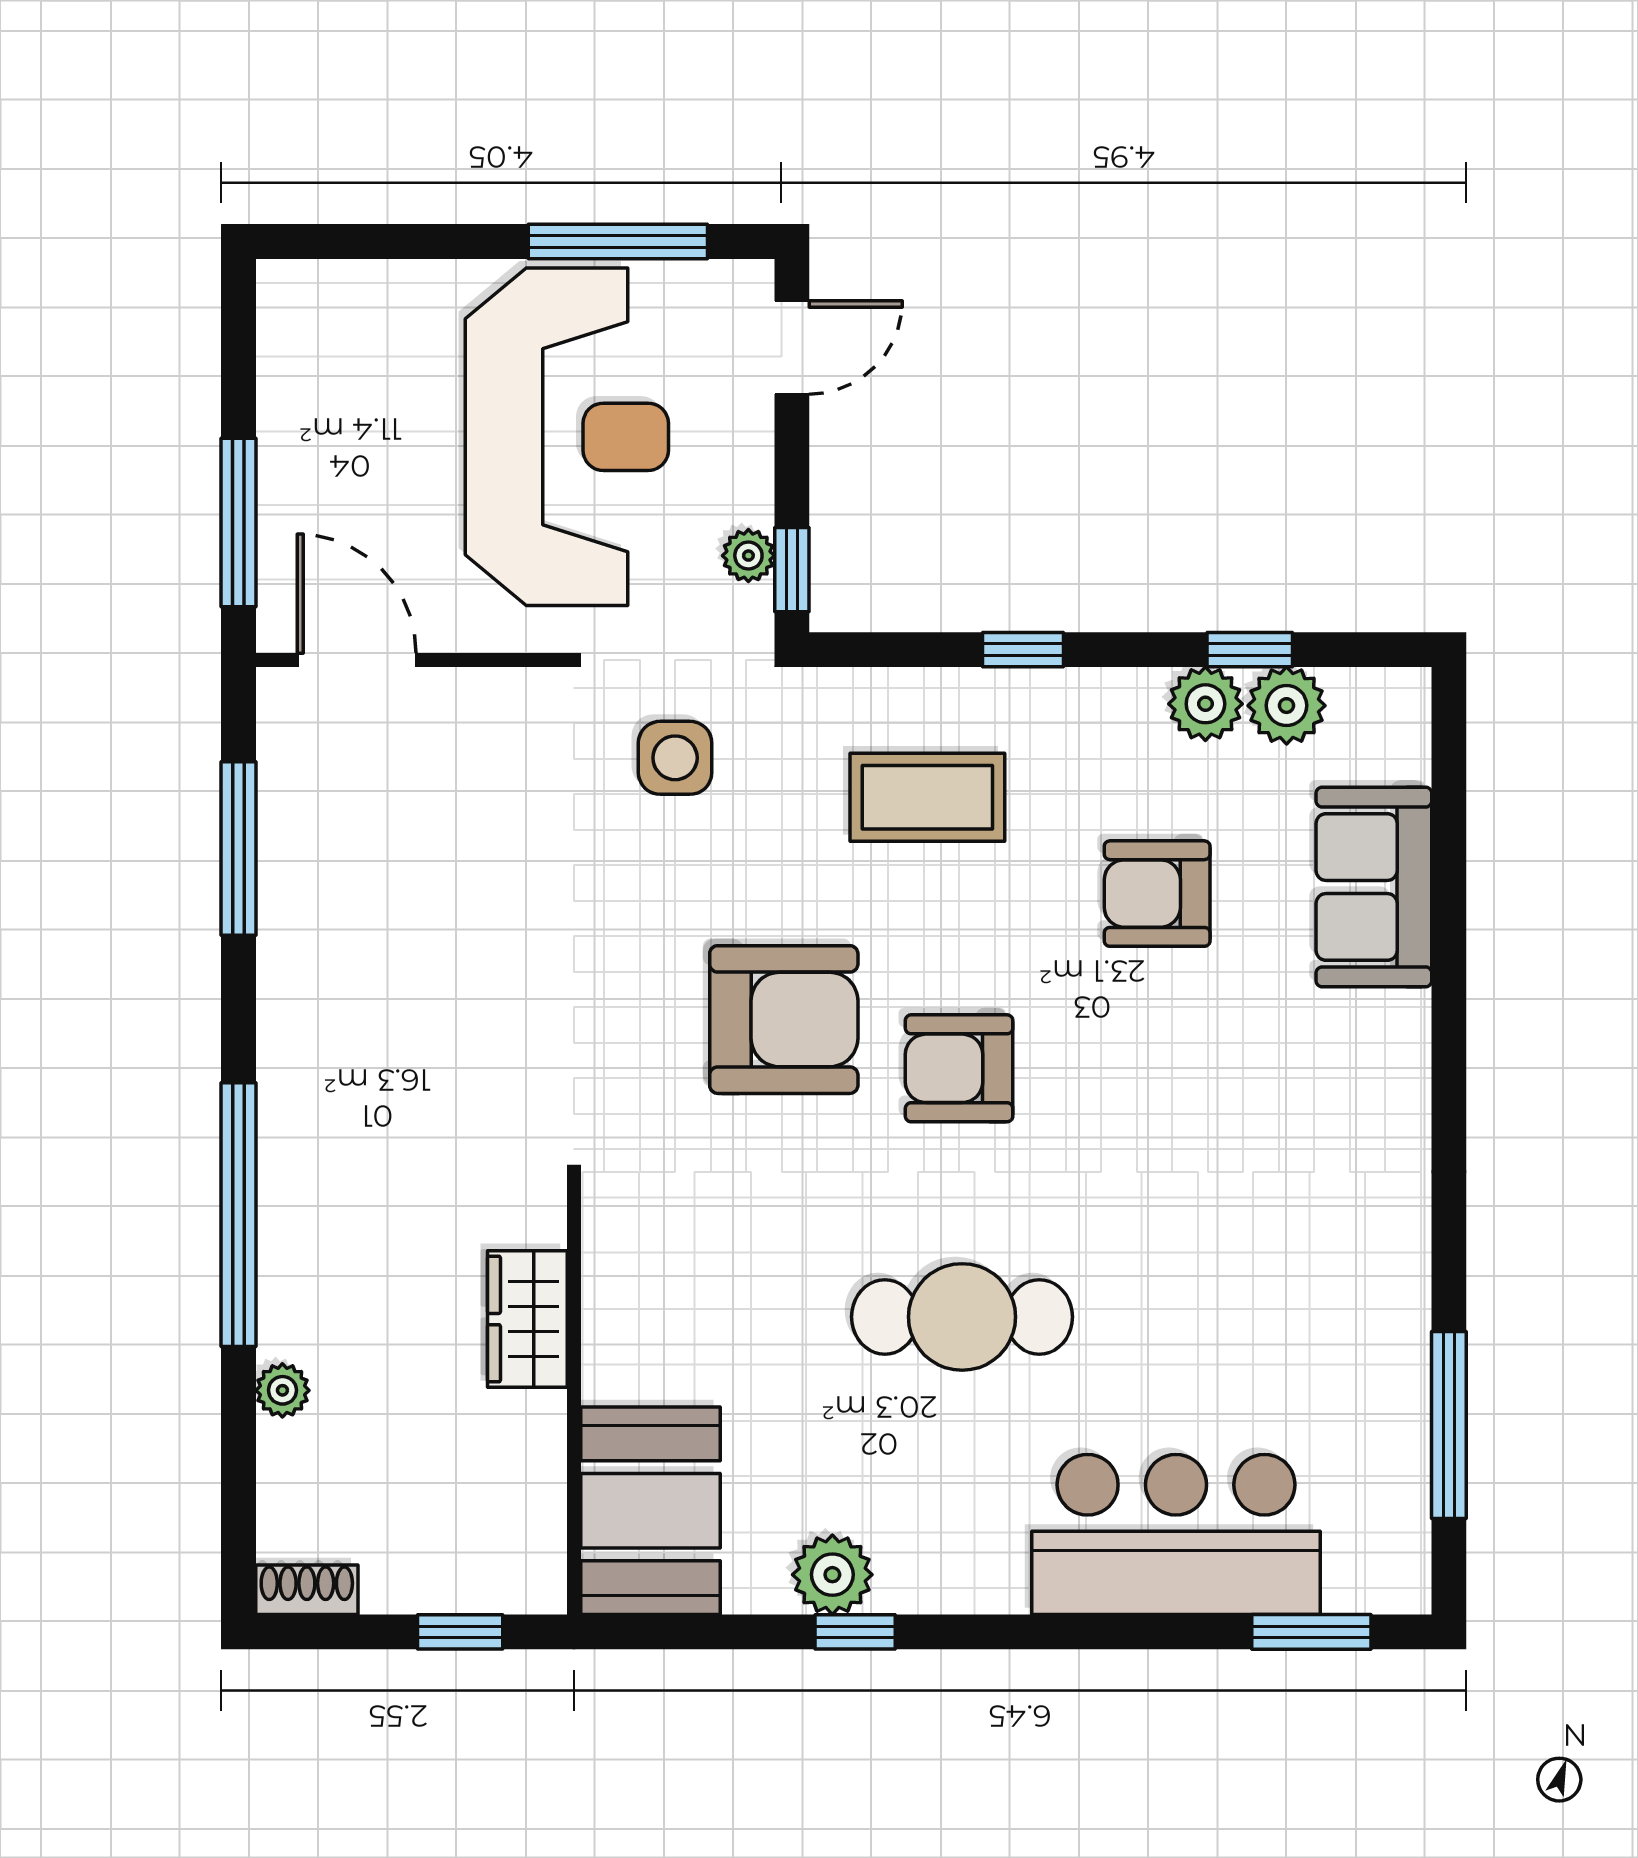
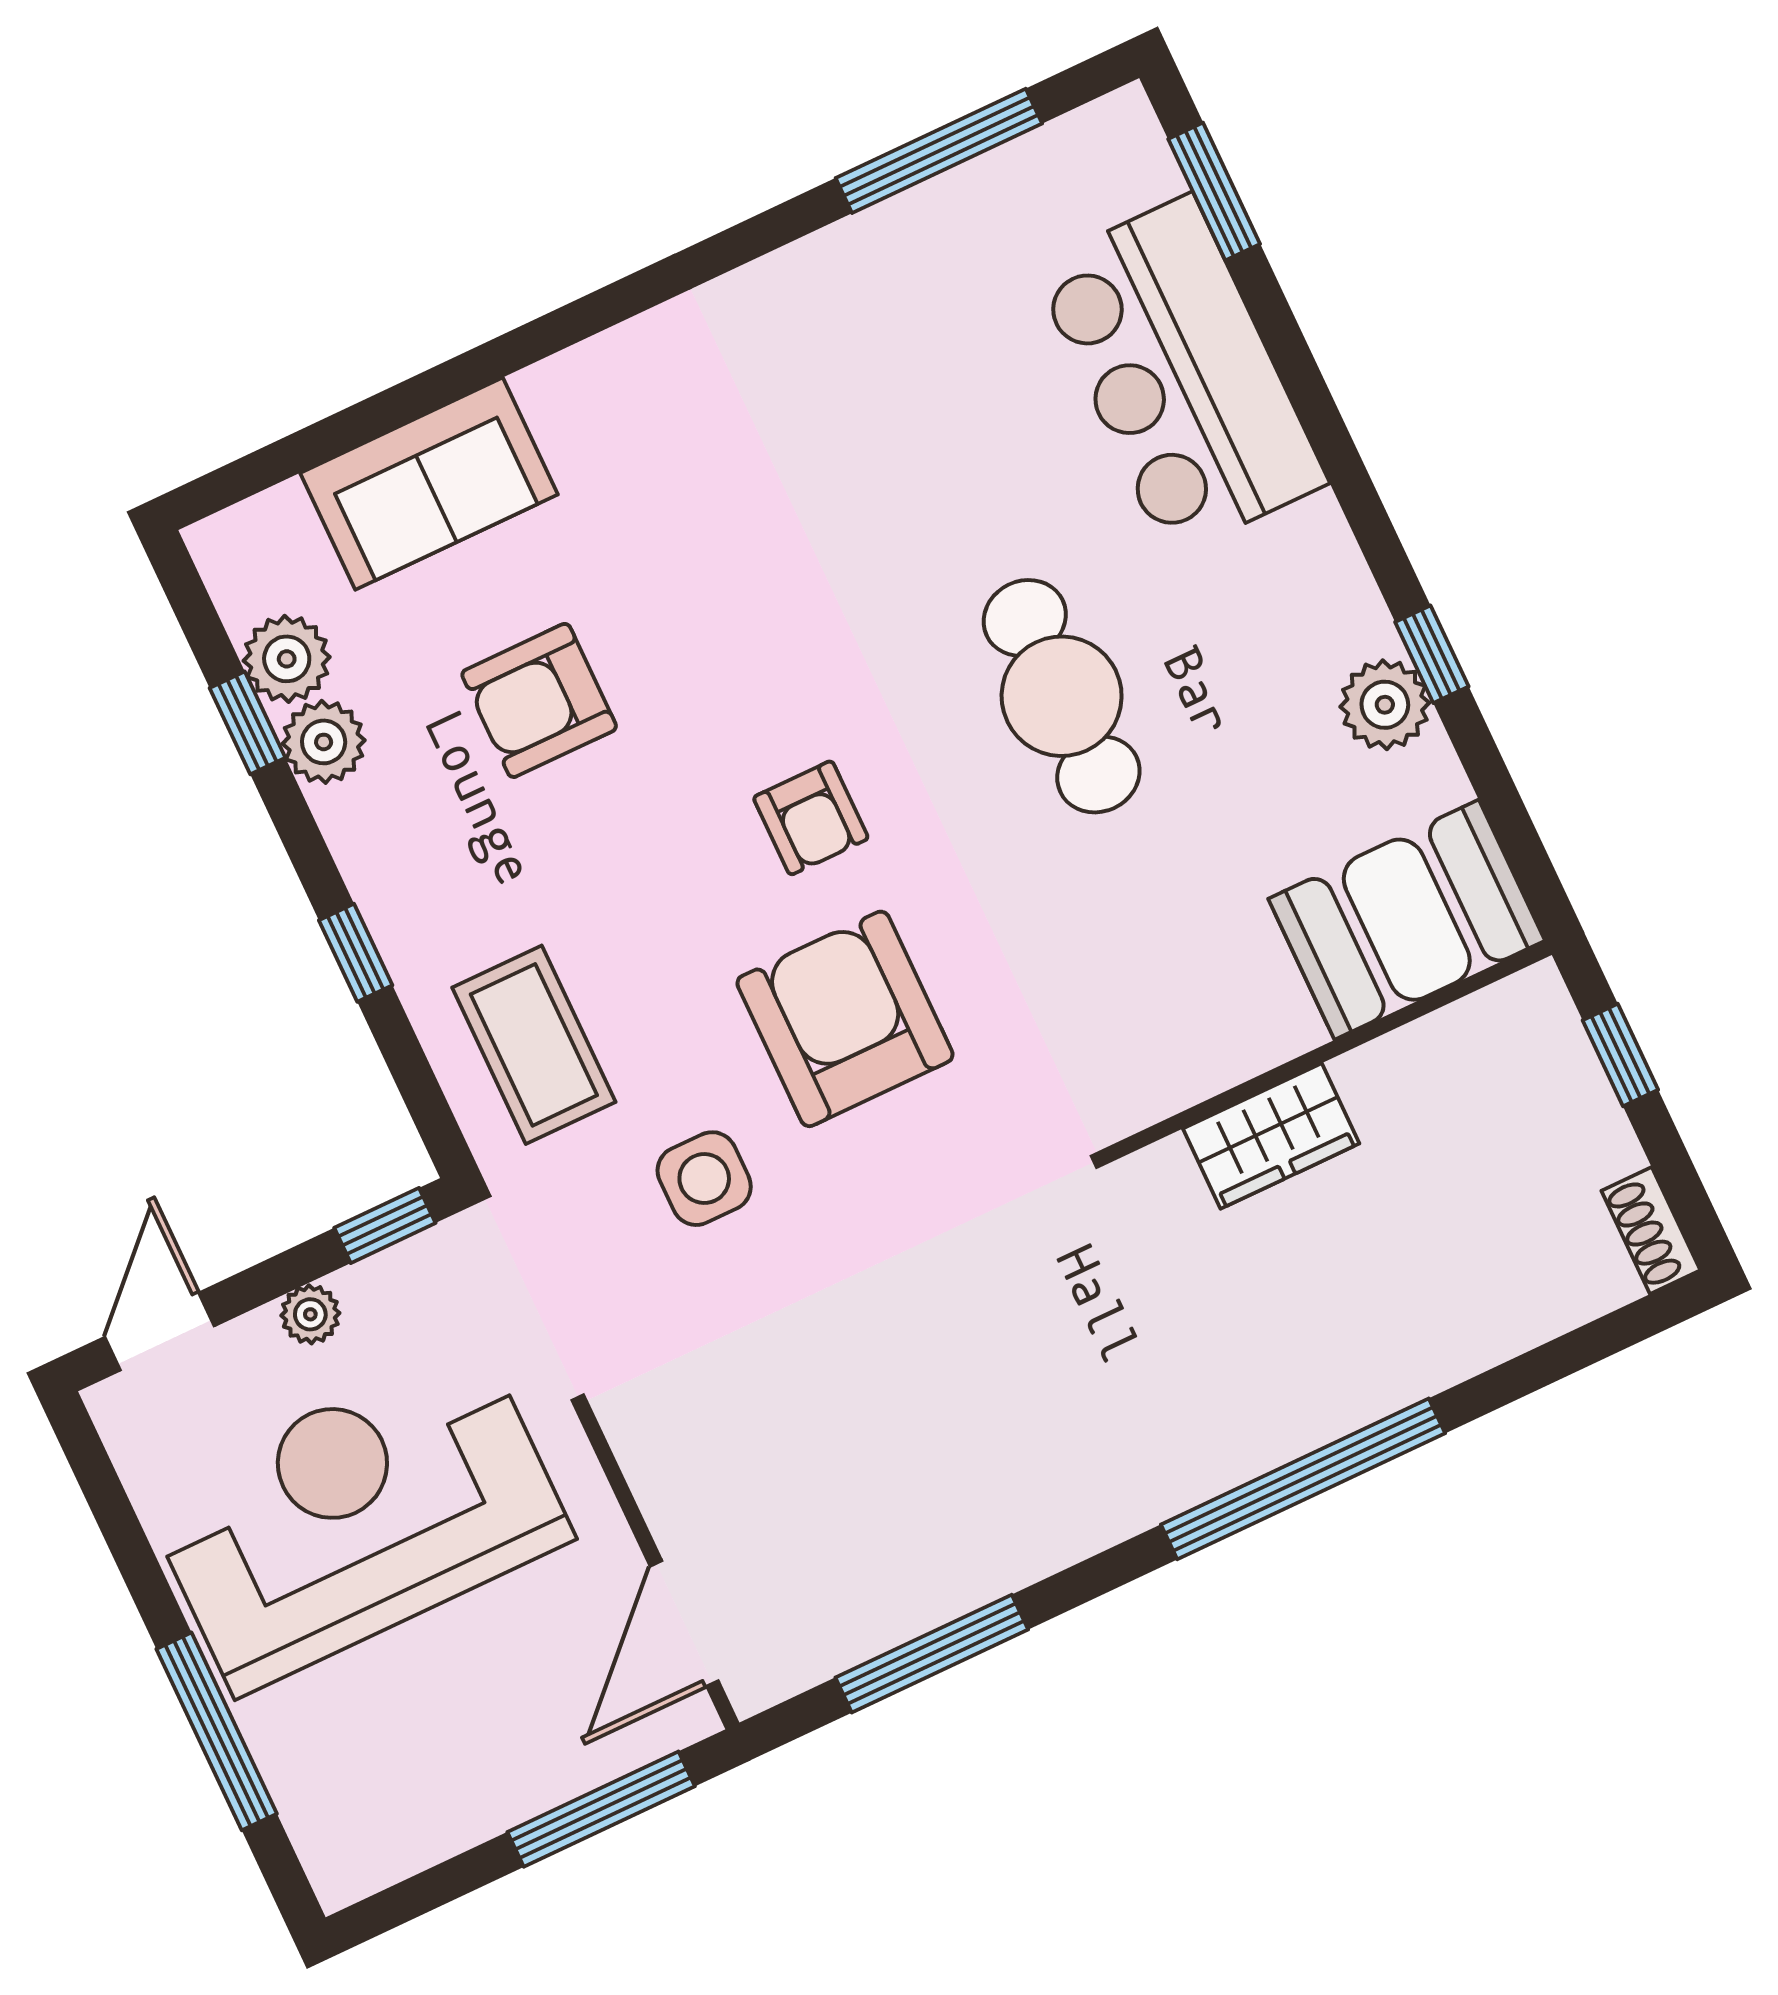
window: (618, 241) -> (217, 1731), moved
door: (792, 347) -> (160, 1331), hinge flipped
plant: (748, 556) -> (310, 1314), moved
side table: (675, 758) -> (704, 1179), moved
coffee table: (927, 797) -> (534, 1045), moved
armchair: (1157, 894) -> (539, 700), turned 90
armchair: (959, 1068) -> (811, 818), width x0.72, depth x0.72
plant: (282, 1390) -> (1460, 1350), removed

